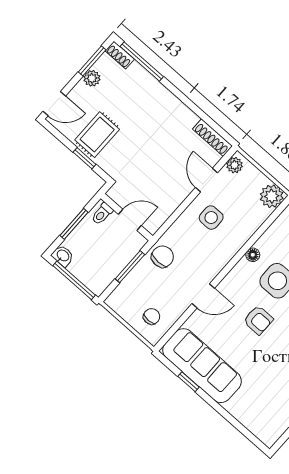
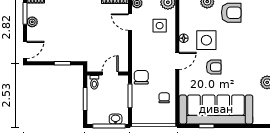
rug: (97, 135) -> (58, 47), removed
side table: (211, 218) -> (160, 26), moved
washbasin: (63, 256) -> (116, 119), moved
door: (203, 296) -> (177, 61), moved
chair: (152, 316) -> (164, 98), moved
sofa: (202, 366) -> (216, 109), width x1.36, depth x1.27

